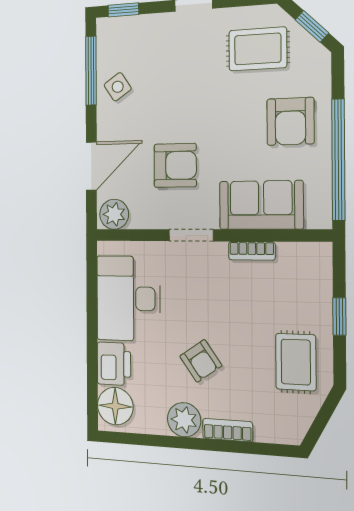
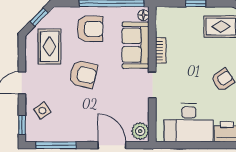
side table: (118, 87) -> (42, 111), moved
armchair: (175, 165) -> (83, 74), moved, turned 103
floor lamp: (316, 219) -> (143, 15), added

